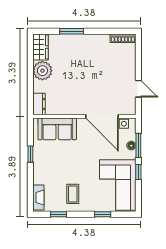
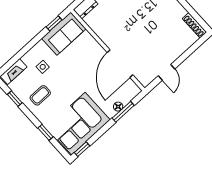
side table: (124, 124) -> (43, 67), moved
sofa: (57, 129) -> (64, 34), moved, turned -90
window: (30, 154) -> (54, 23), moved
window: (138, 172) -> (82, 149), moved

